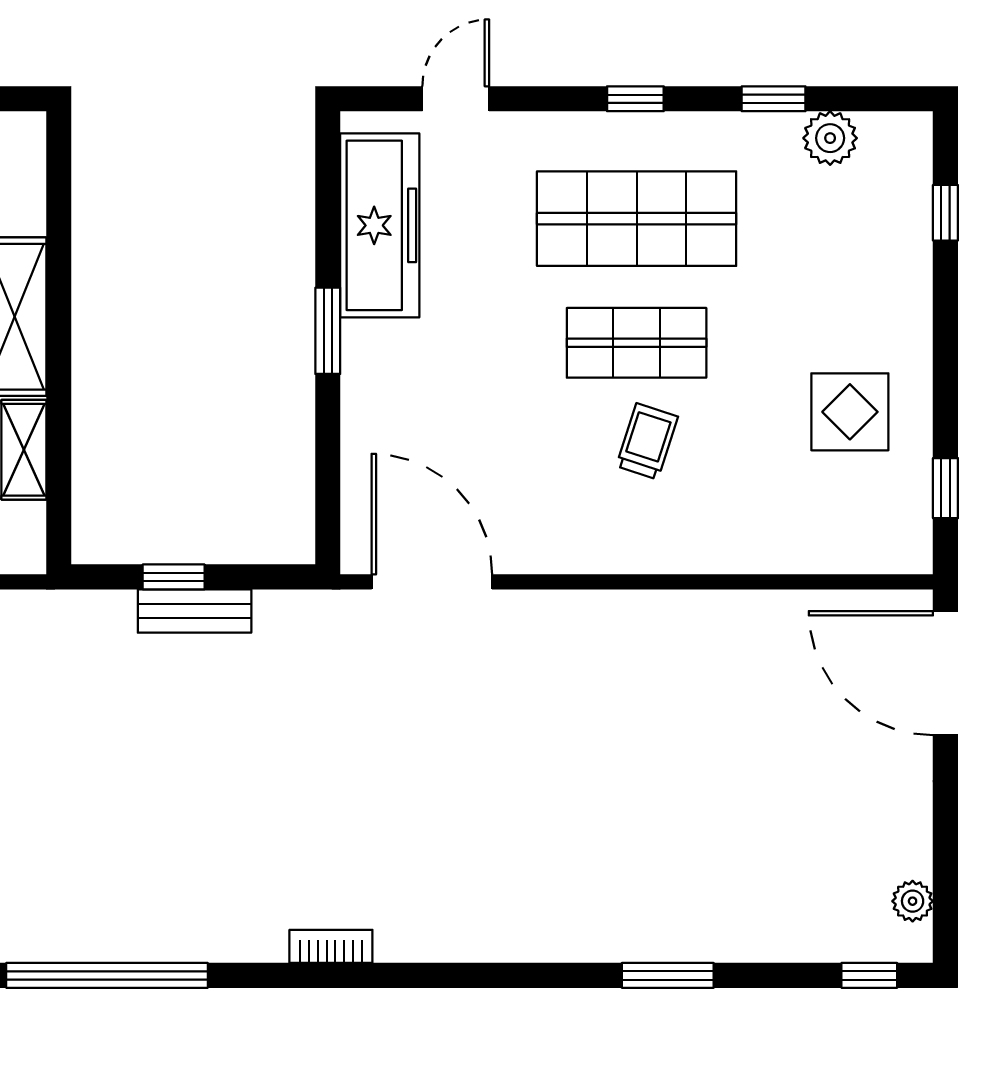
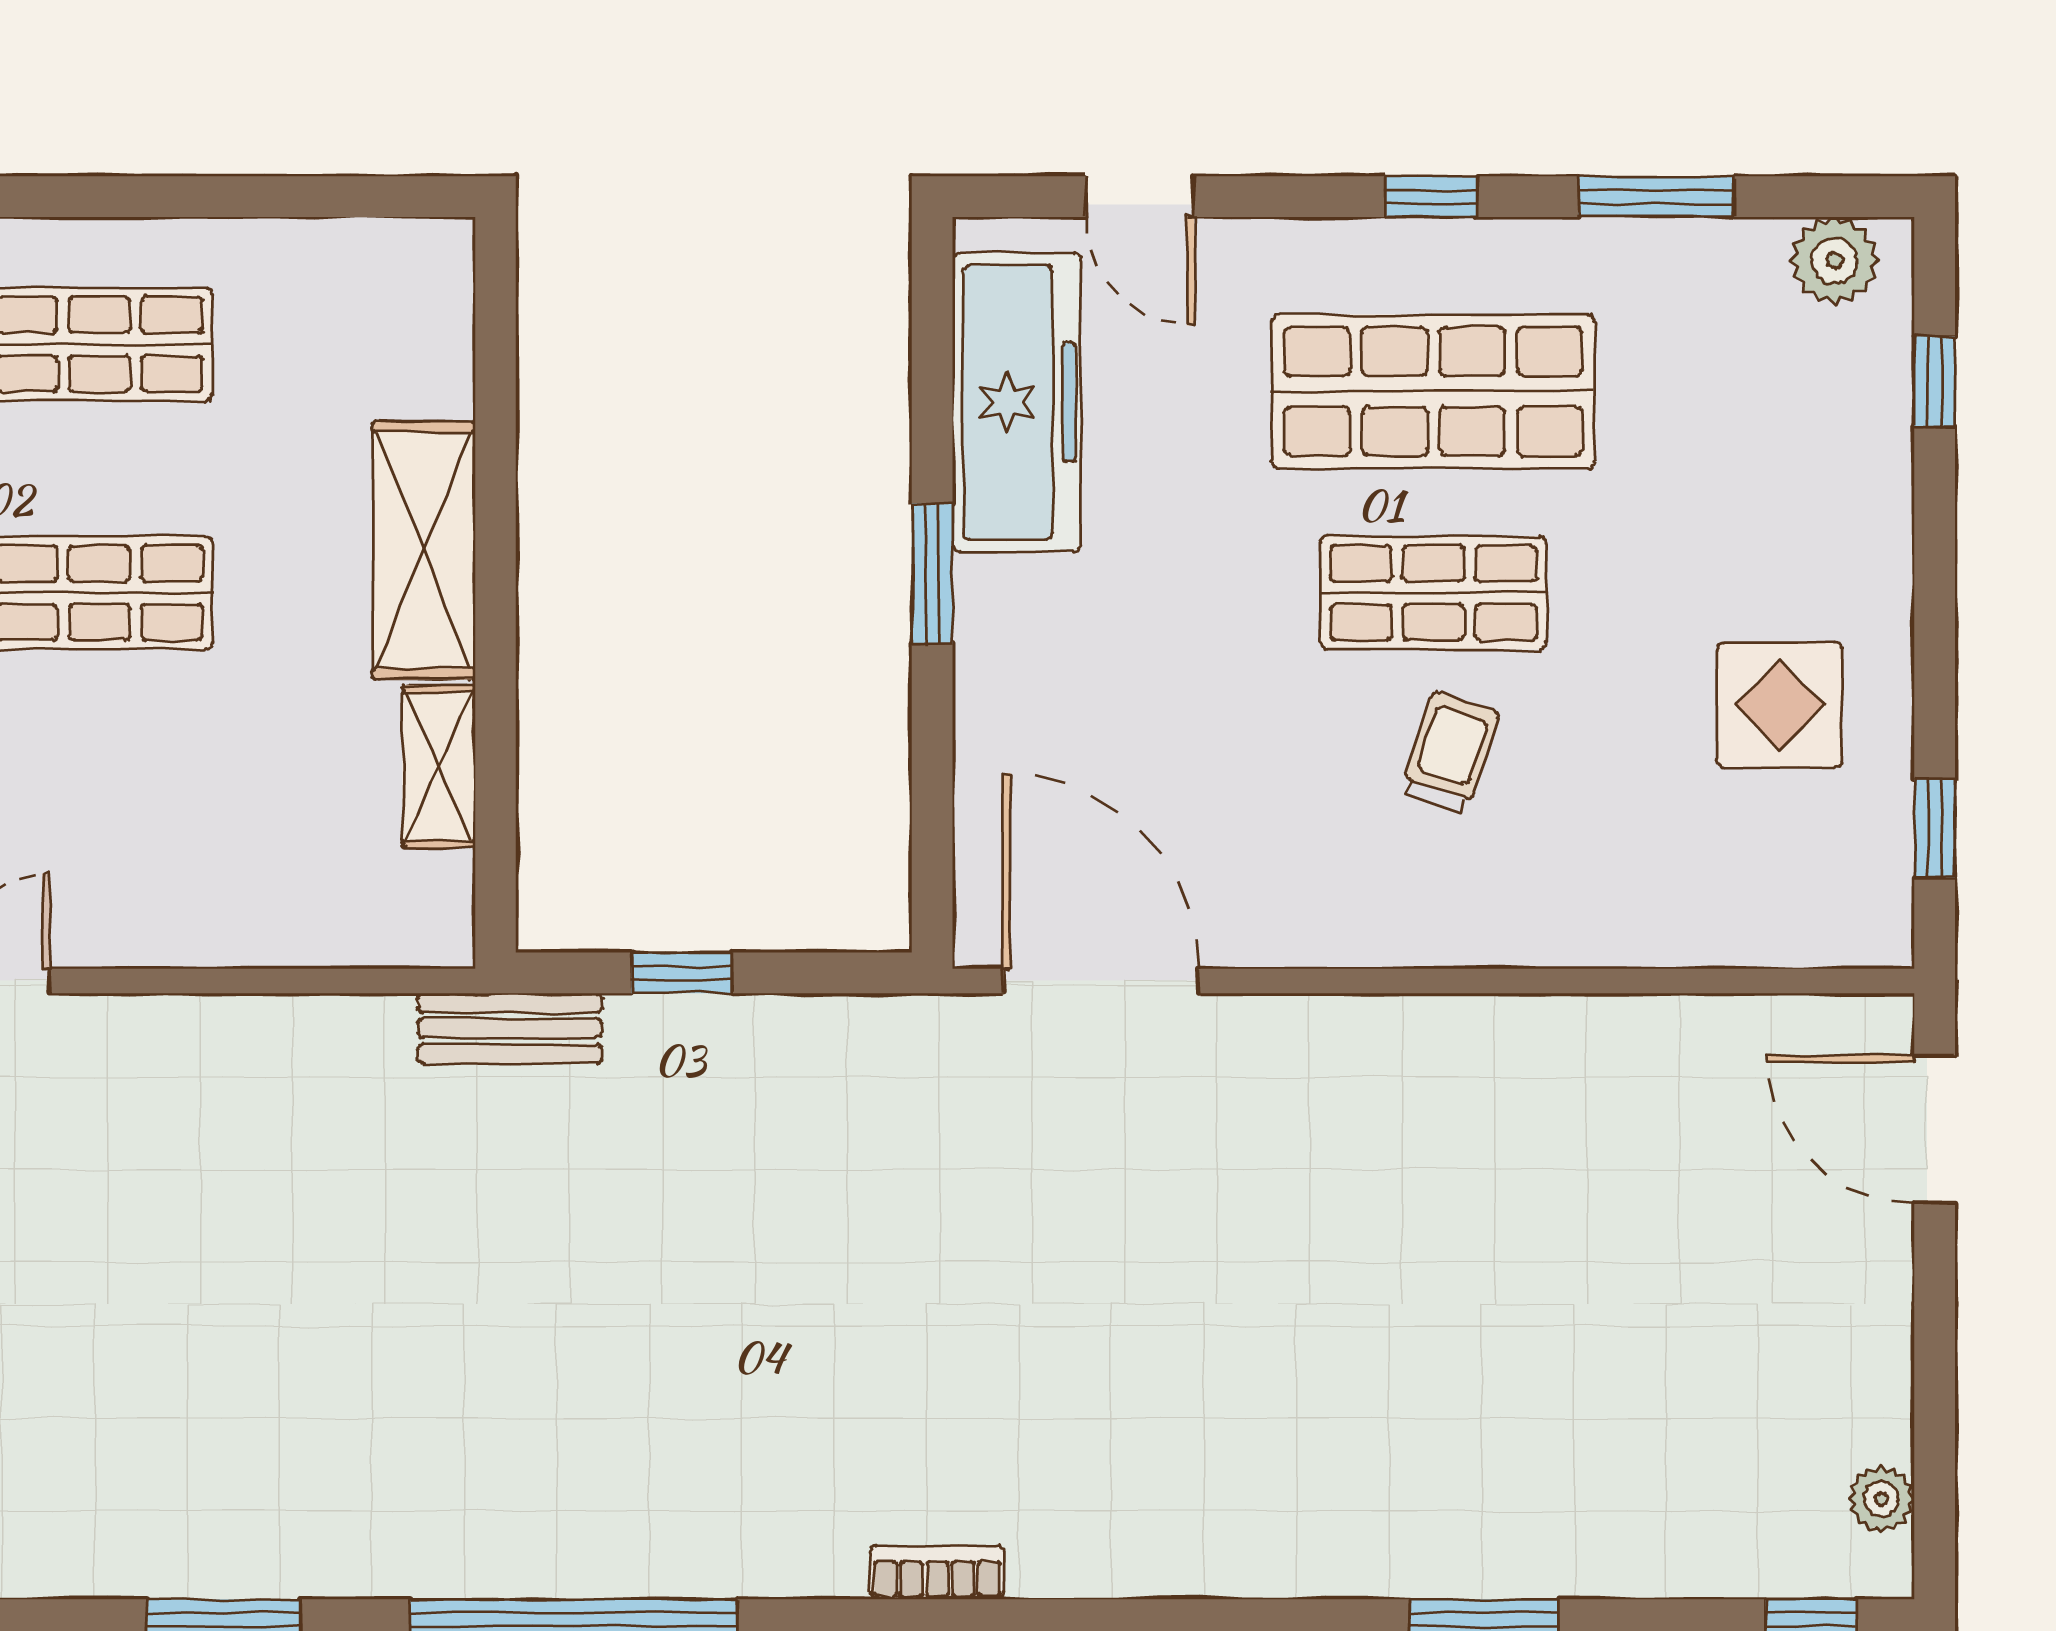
door: (456, 99) -> (1140, 197), swing flipped
window: (774, 99) -> (1656, 197), width x1.50
plant: (830, 138) -> (1834, 261), moved
bench: (195, 611) -> (510, 1028), moved
door: (945, 673) -> (1935, 1129), width x0.73

